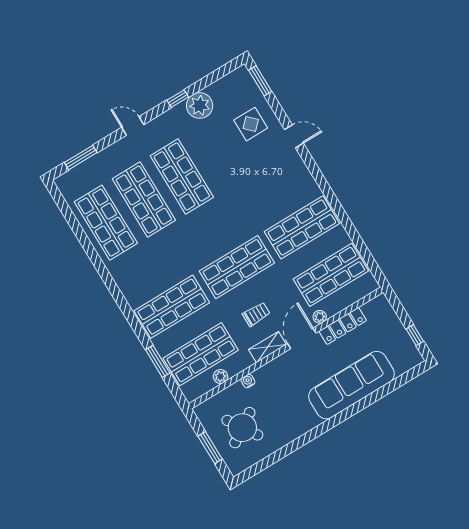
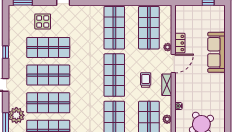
plant: (200, 106) -> (16, 115), moved
shop shelf: (220, 153) -> (48, 47), added
locker: (343, 326) -> (180, 43), width x0.66
door: (302, 338) -> (173, 64), swing flipped
sofa: (352, 385) -> (216, 52), width x0.74, depth x0.79

